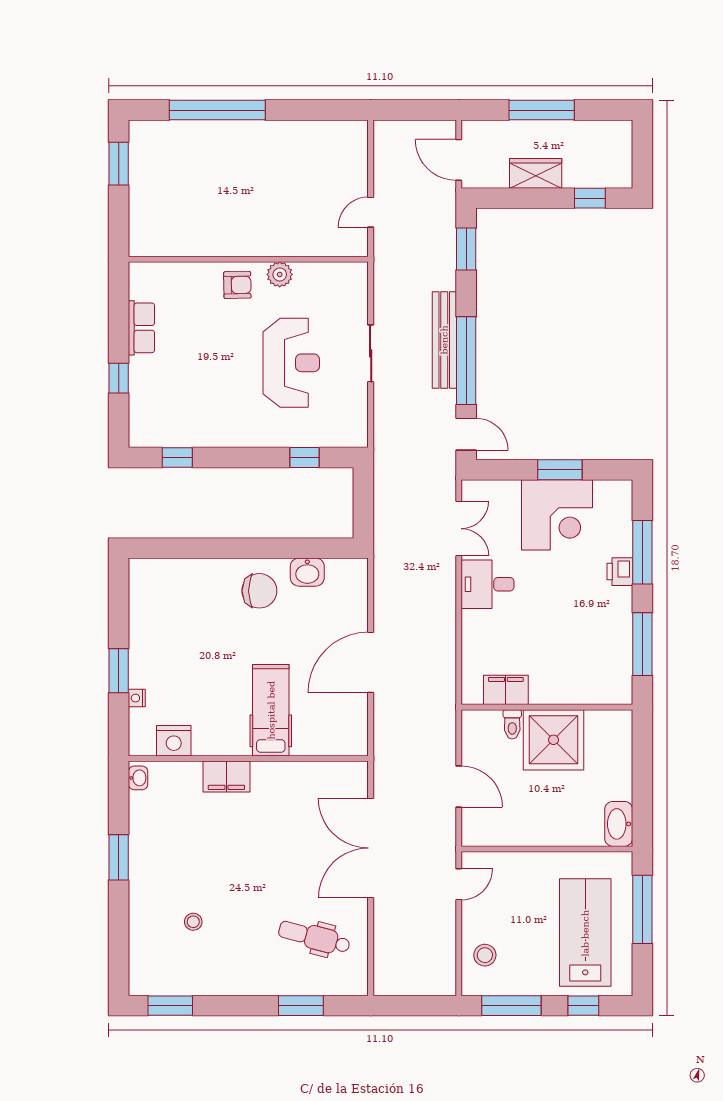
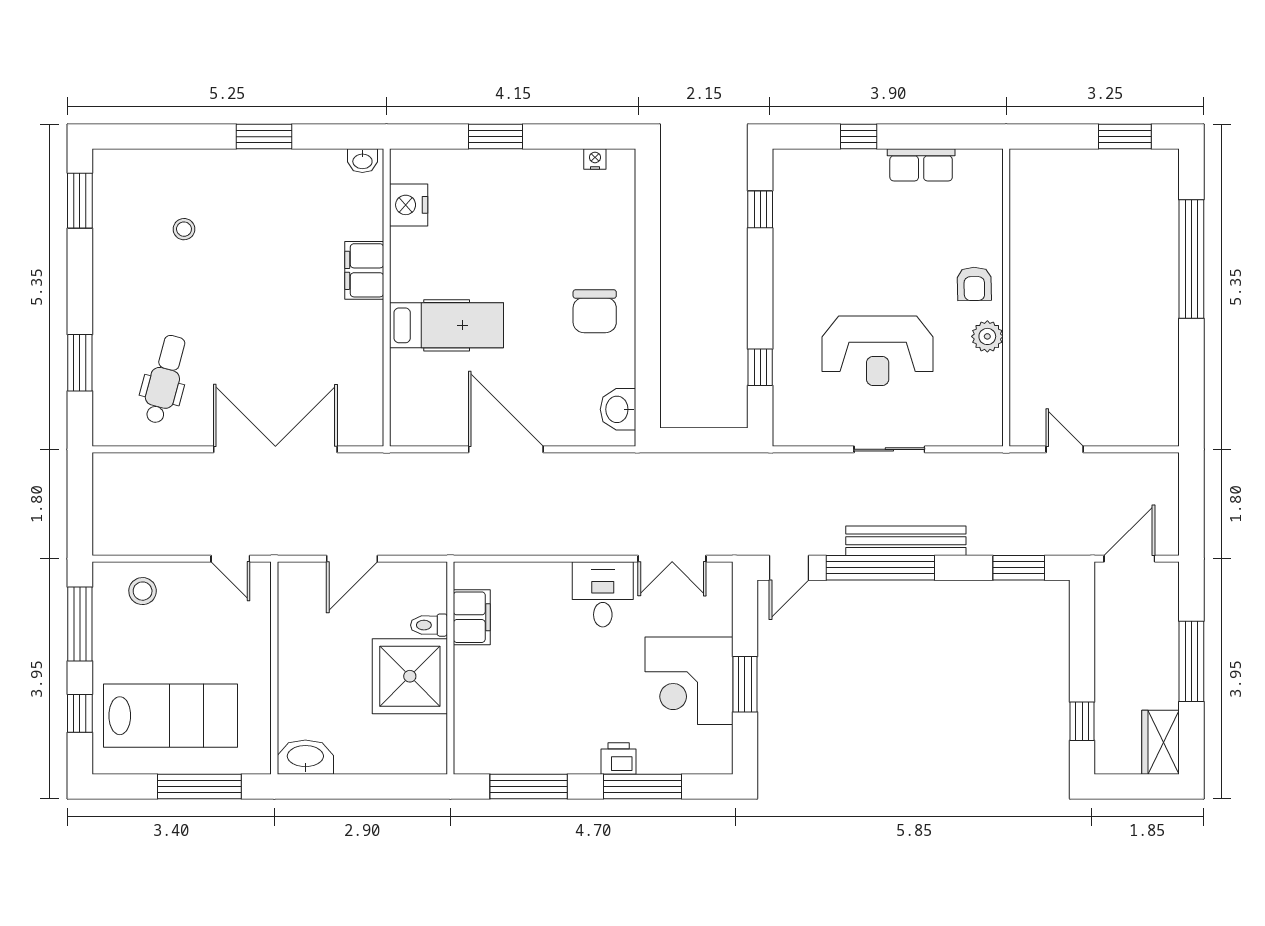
wardrobe: (536, 173) -> (1161, 742), moved, turned 180
washbasin: (307, 572) -> (618, 409), moved
nightstand: (137, 698) -> (595, 159), moved

